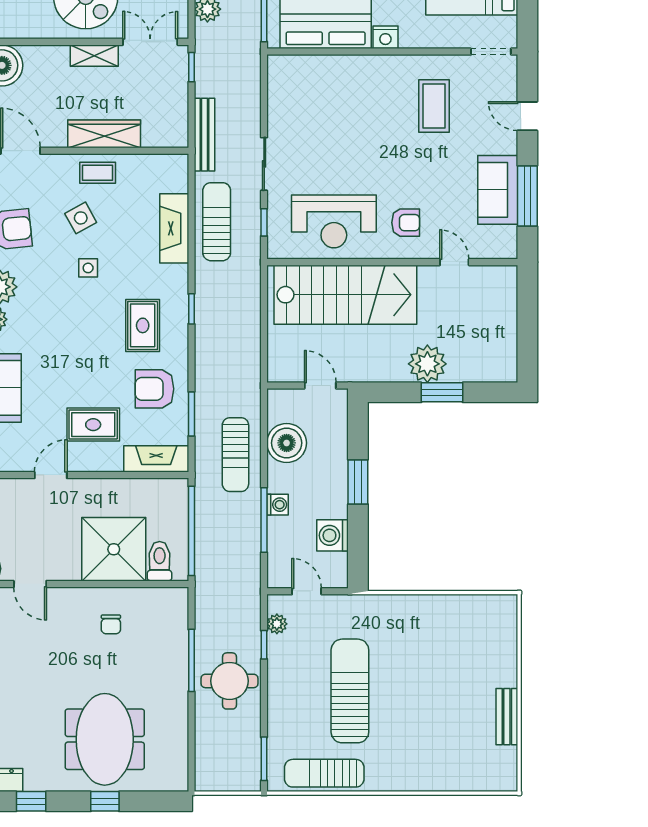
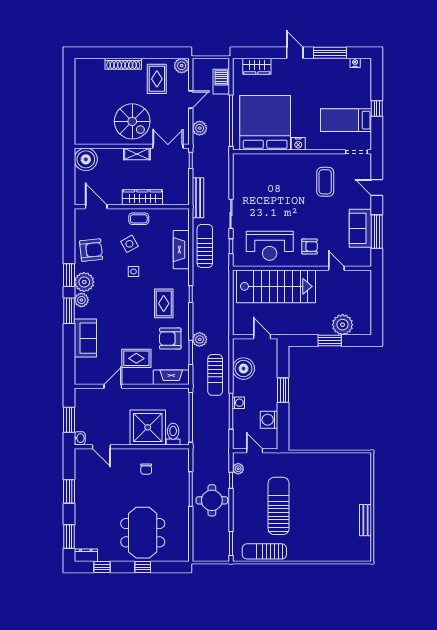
plant: (427, 364) -> (343, 325), moved
plant: (207, 390) -> (200, 339), added

